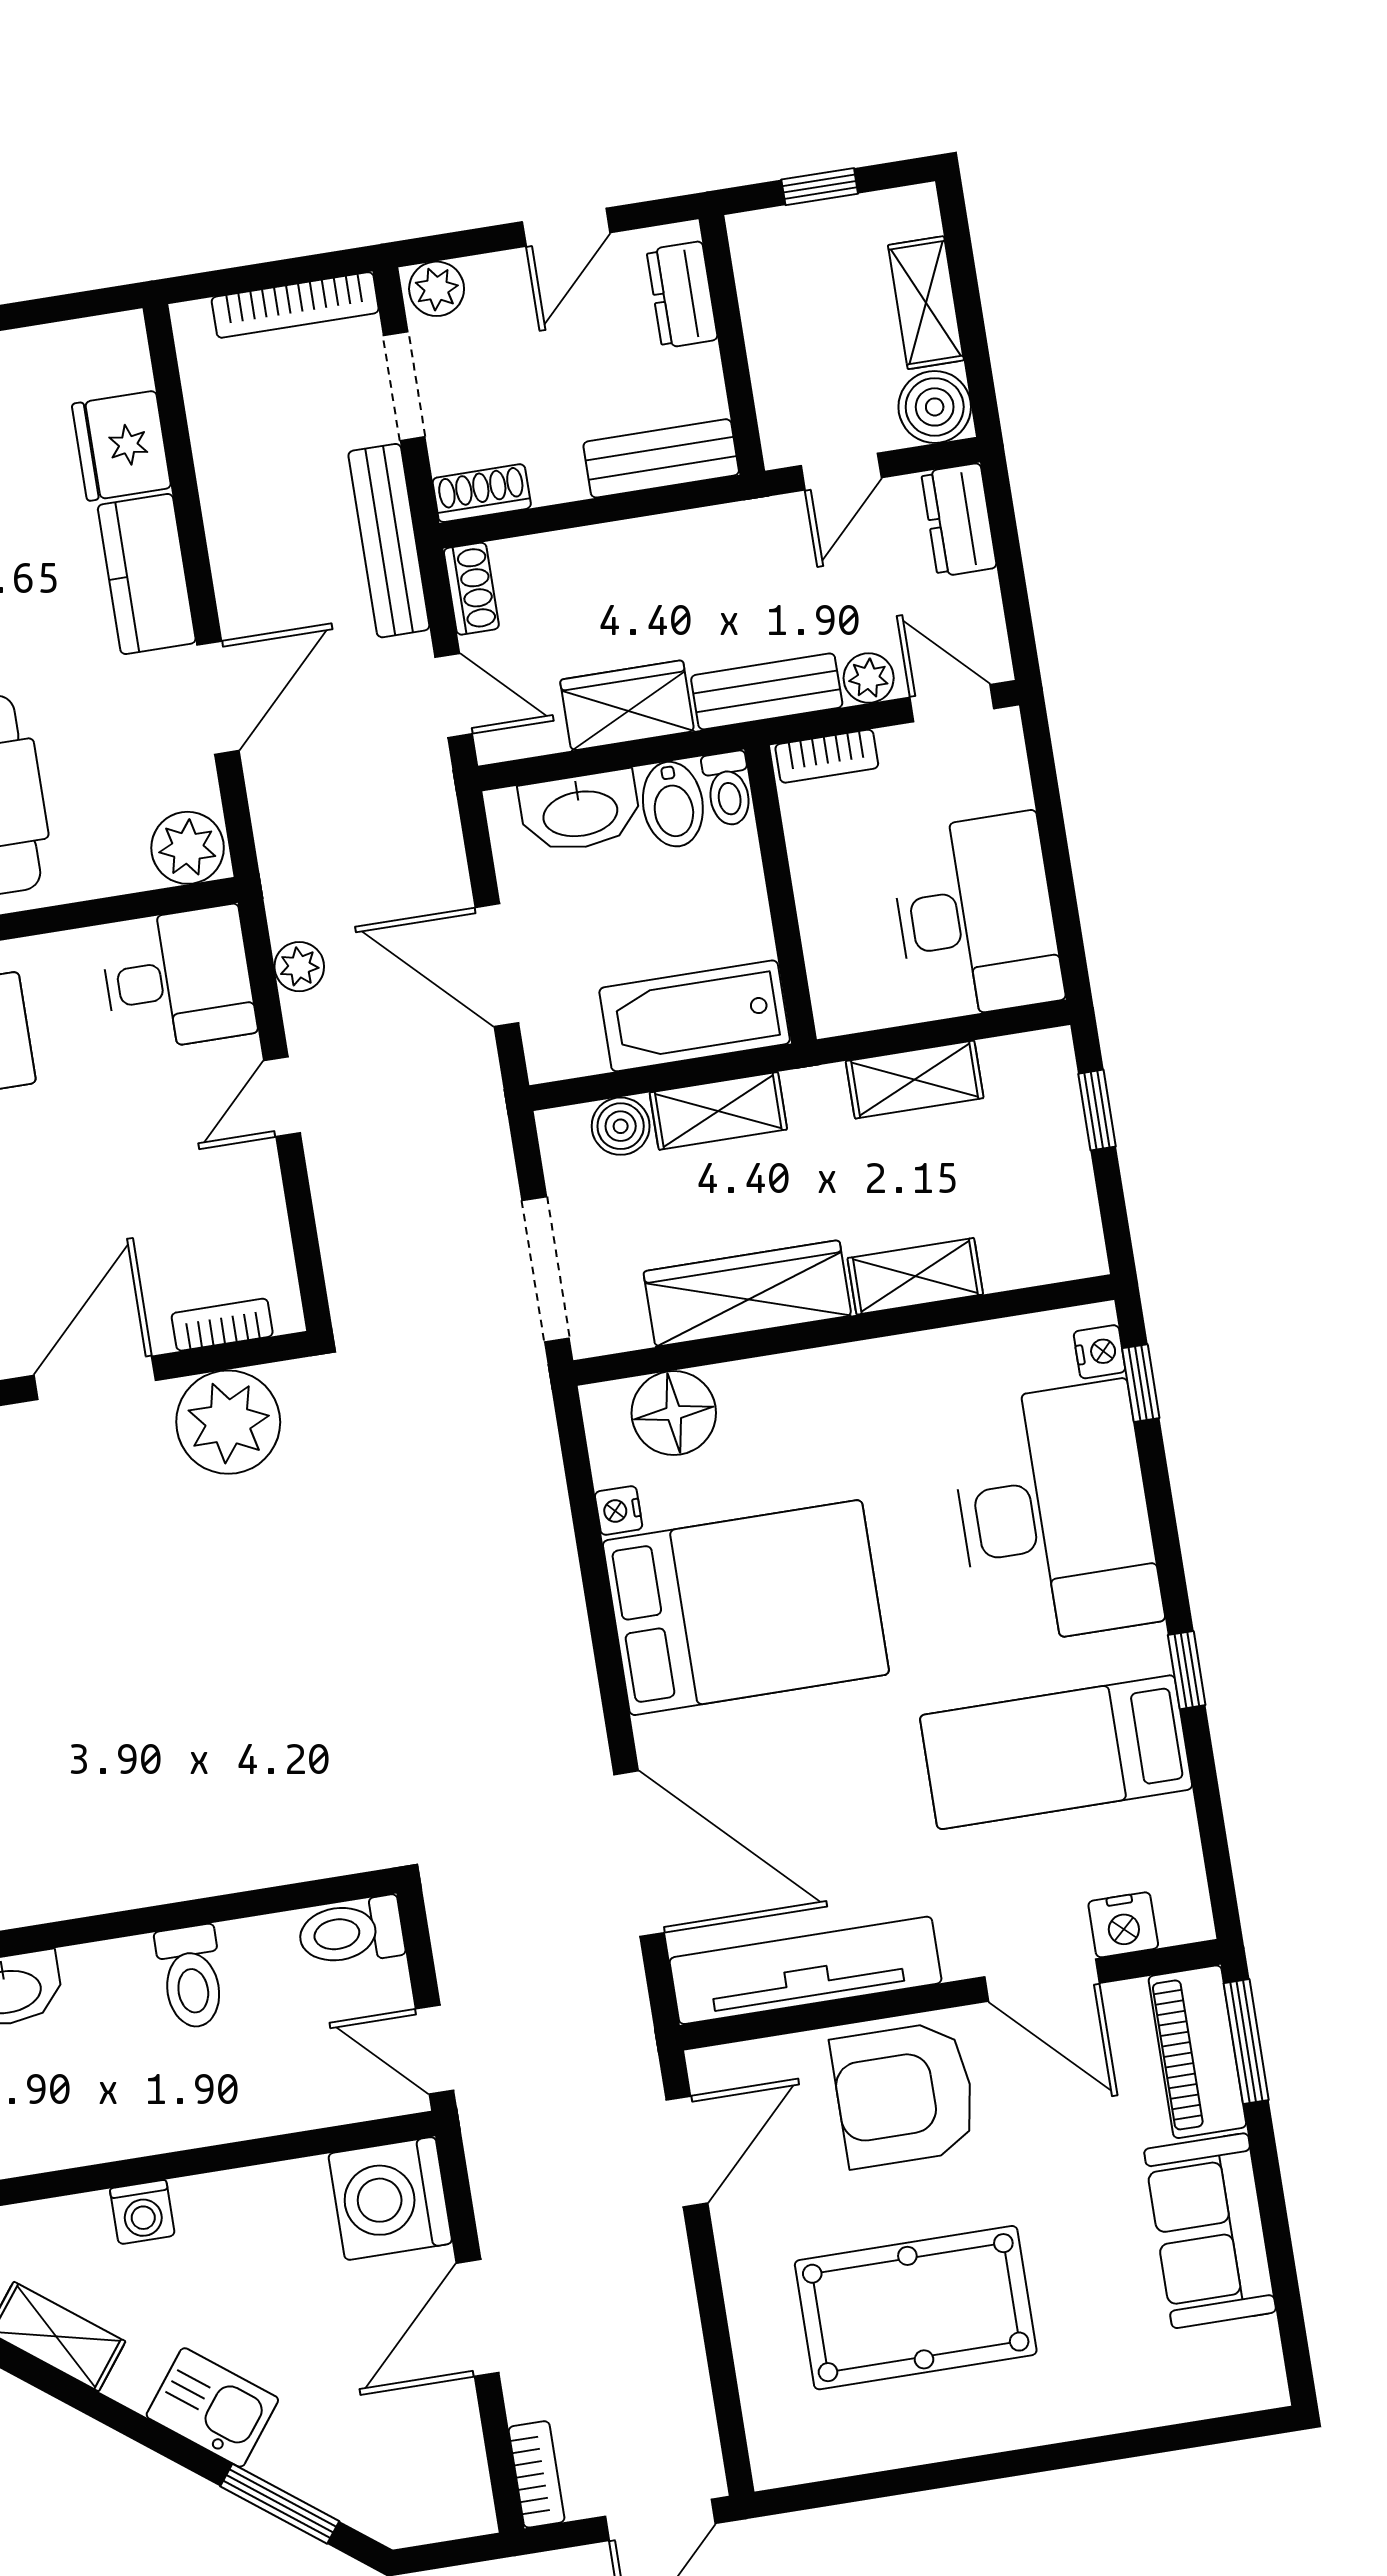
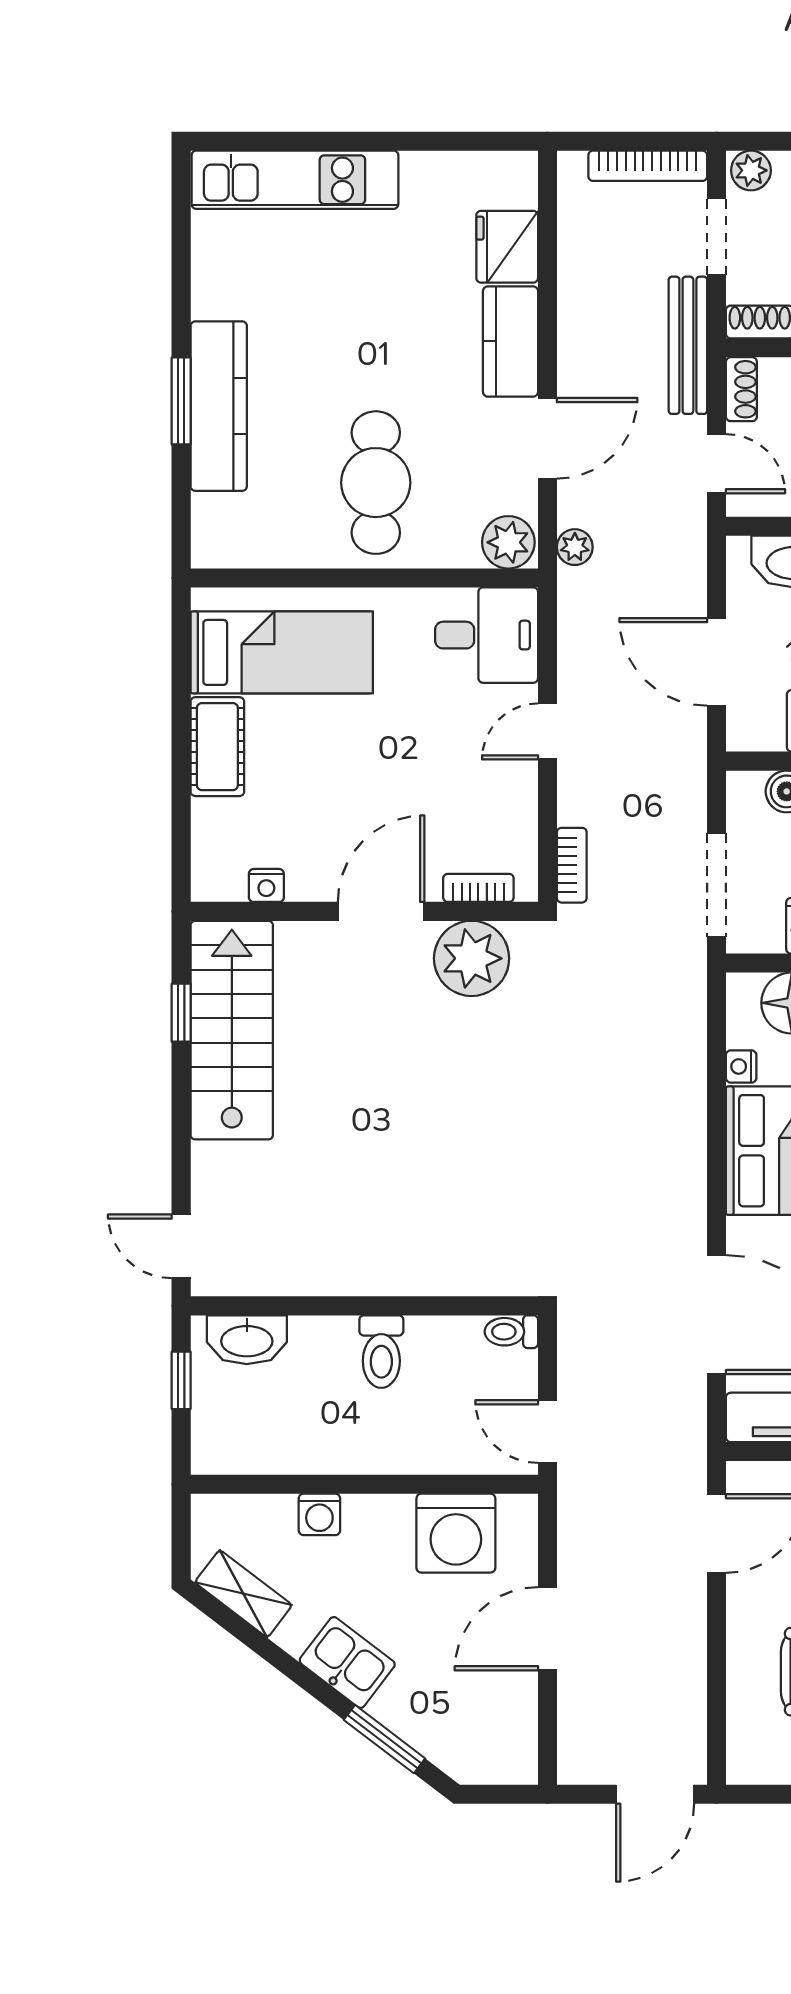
plant: (299, 967) -> (575, 547), moved
toilet: (351, 1932) -> (511, 1332), width x0.73, depth x0.72
washing machine: (390, 2198) -> (456, 1533), moved, turned -90
bookcase: (537, 2474) -> (572, 865), moved

